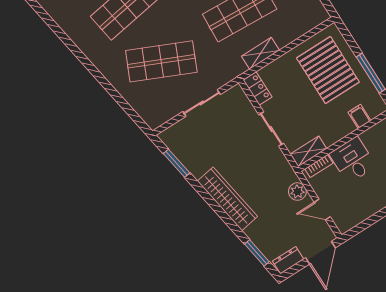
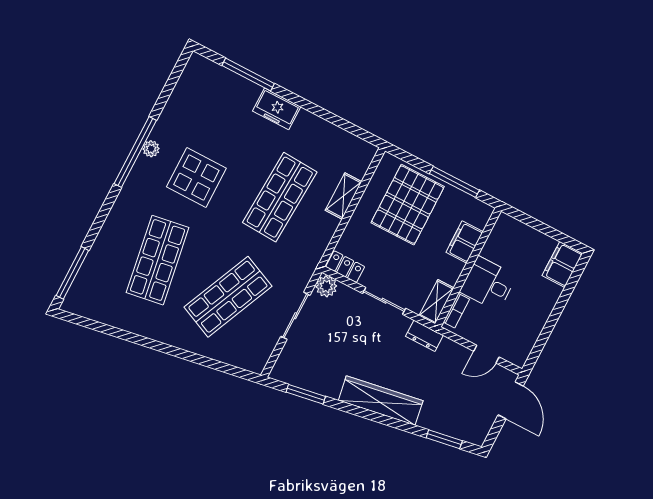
shelving: (260, 53) -> (344, 196), moved
pallet: (328, 70) -> (408, 205), turned 90
filing cabinet: (359, 116) -> (465, 242), width x2.00
plant: (297, 192) -> (326, 286), moved
dresser: (288, 260) -> (424, 336), moved, turned -90

